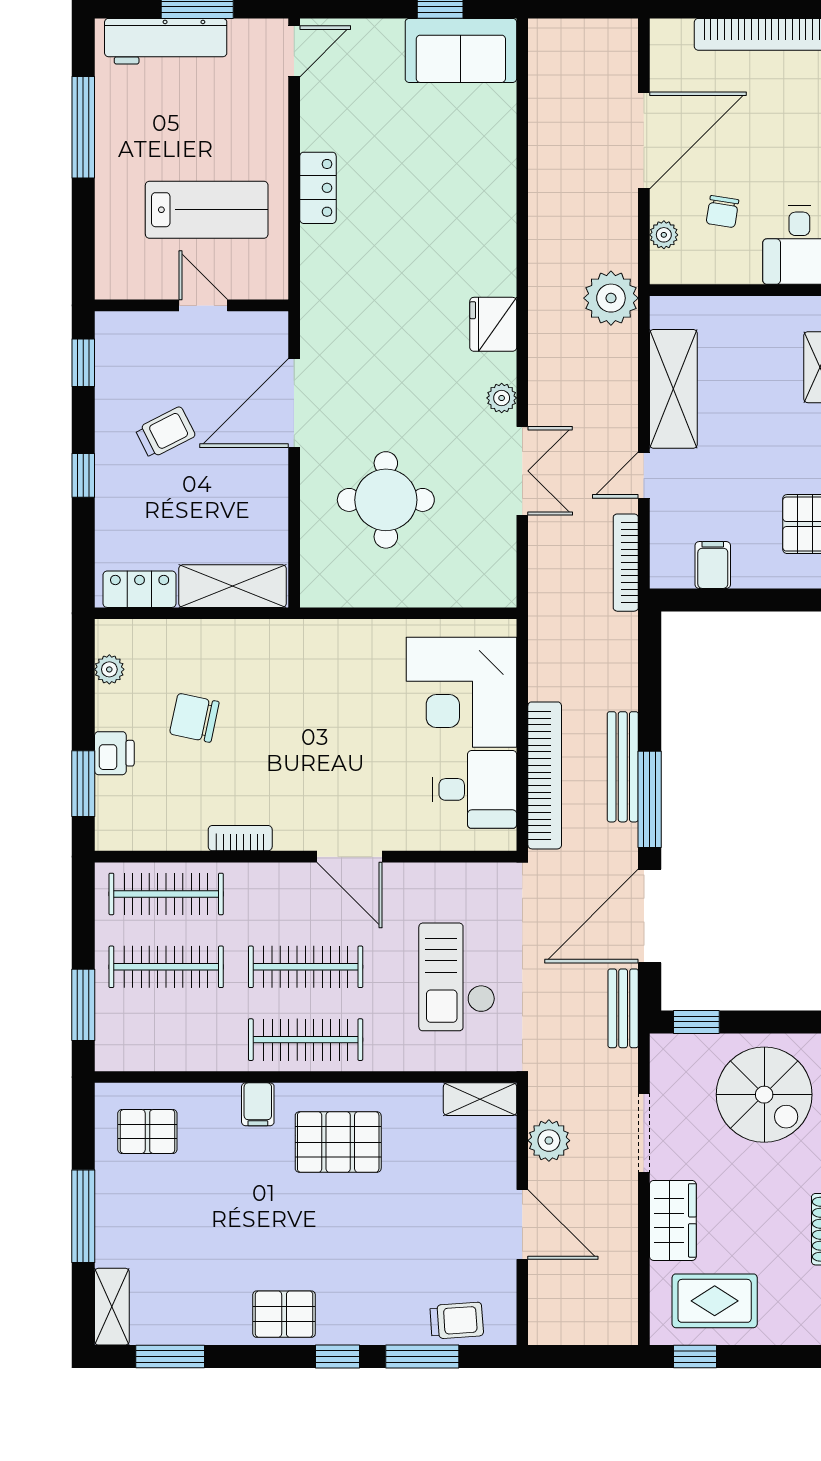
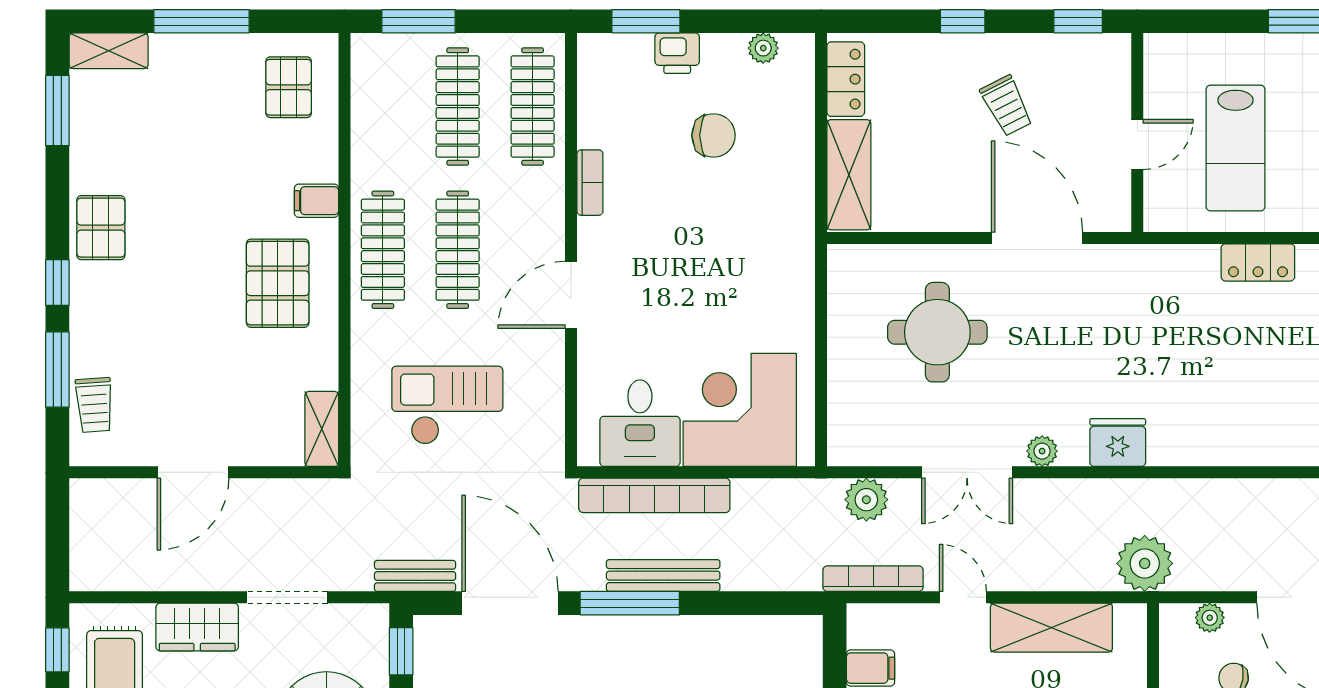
chair: (194, 718) -> (714, 135), turned 78
plant: (549, 1141) -> (866, 500), moved

